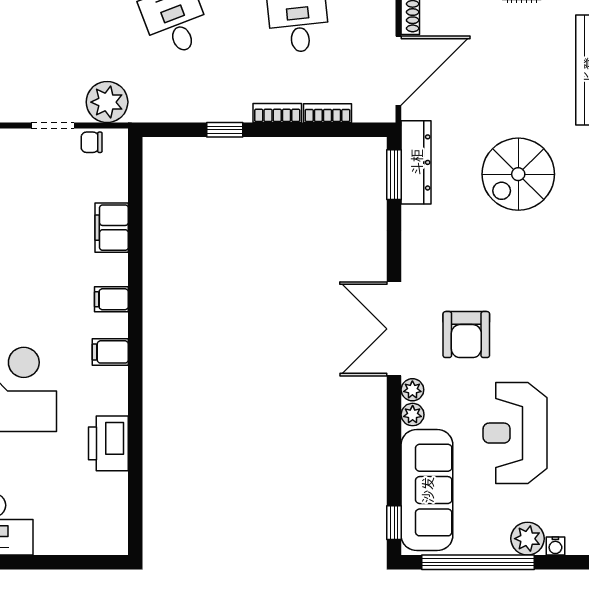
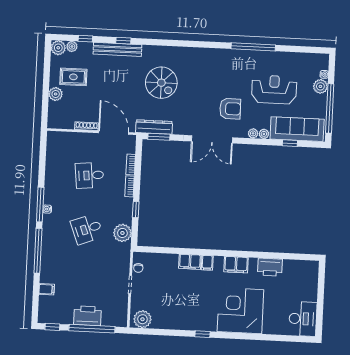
plant: (107, 102) -> (122, 233), moved
filing cabinet: (112, 228) -> (190, 262), moved
double door: (394, 329) -> (212, 139), moved
filing cabinet: (110, 352) -> (236, 265), width x2.00
reception desk: (515, 433) -> (274, 90), turned 180
window: (394, 523) -> (290, 143), moved

